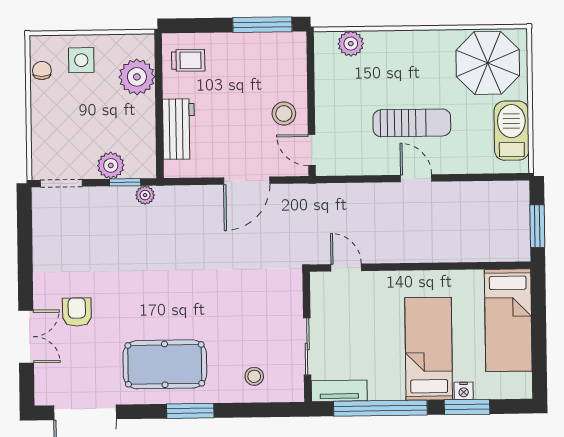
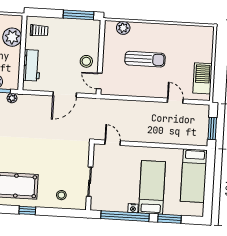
parasol: (488, 63) -> (193, 43), removed
sun lounger: (412, 123) -> (145, 59), moved
door: (416, 178) -> (175, 101), moved
tv unit: (339, 391) -> (105, 206), removed
nightstand: (464, 391) -> (133, 208), moved
window: (190, 411) -> (27, 210), width x0.67

